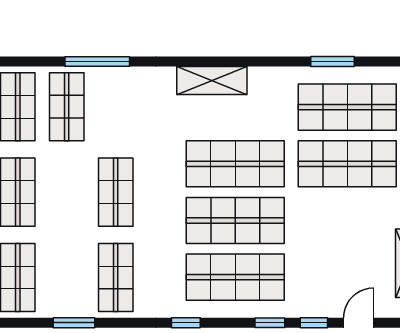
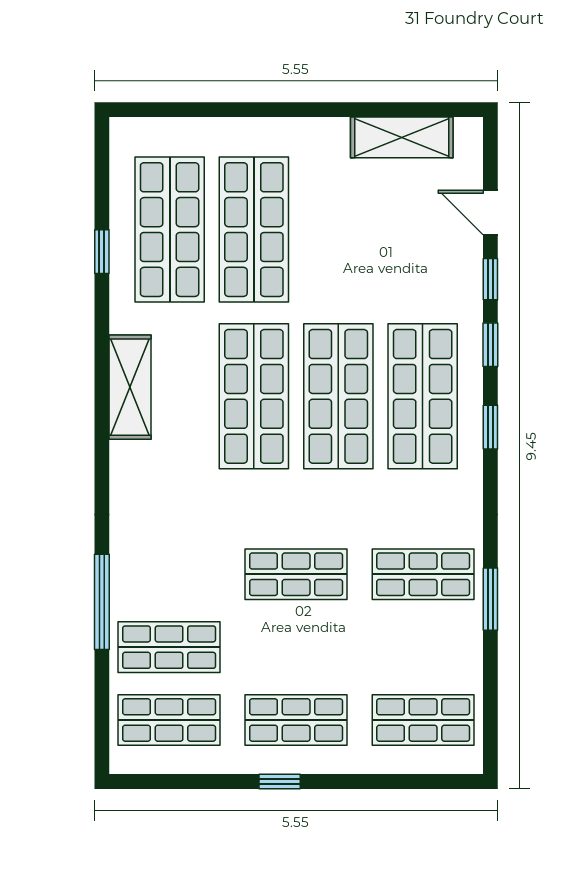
window: (333, 62) -> (102, 252), width x0.67
shelving: (212, 80) -> (130, 387), moved
window: (74, 323) -> (490, 599), moved
window: (186, 323) -> (490, 427), moved

